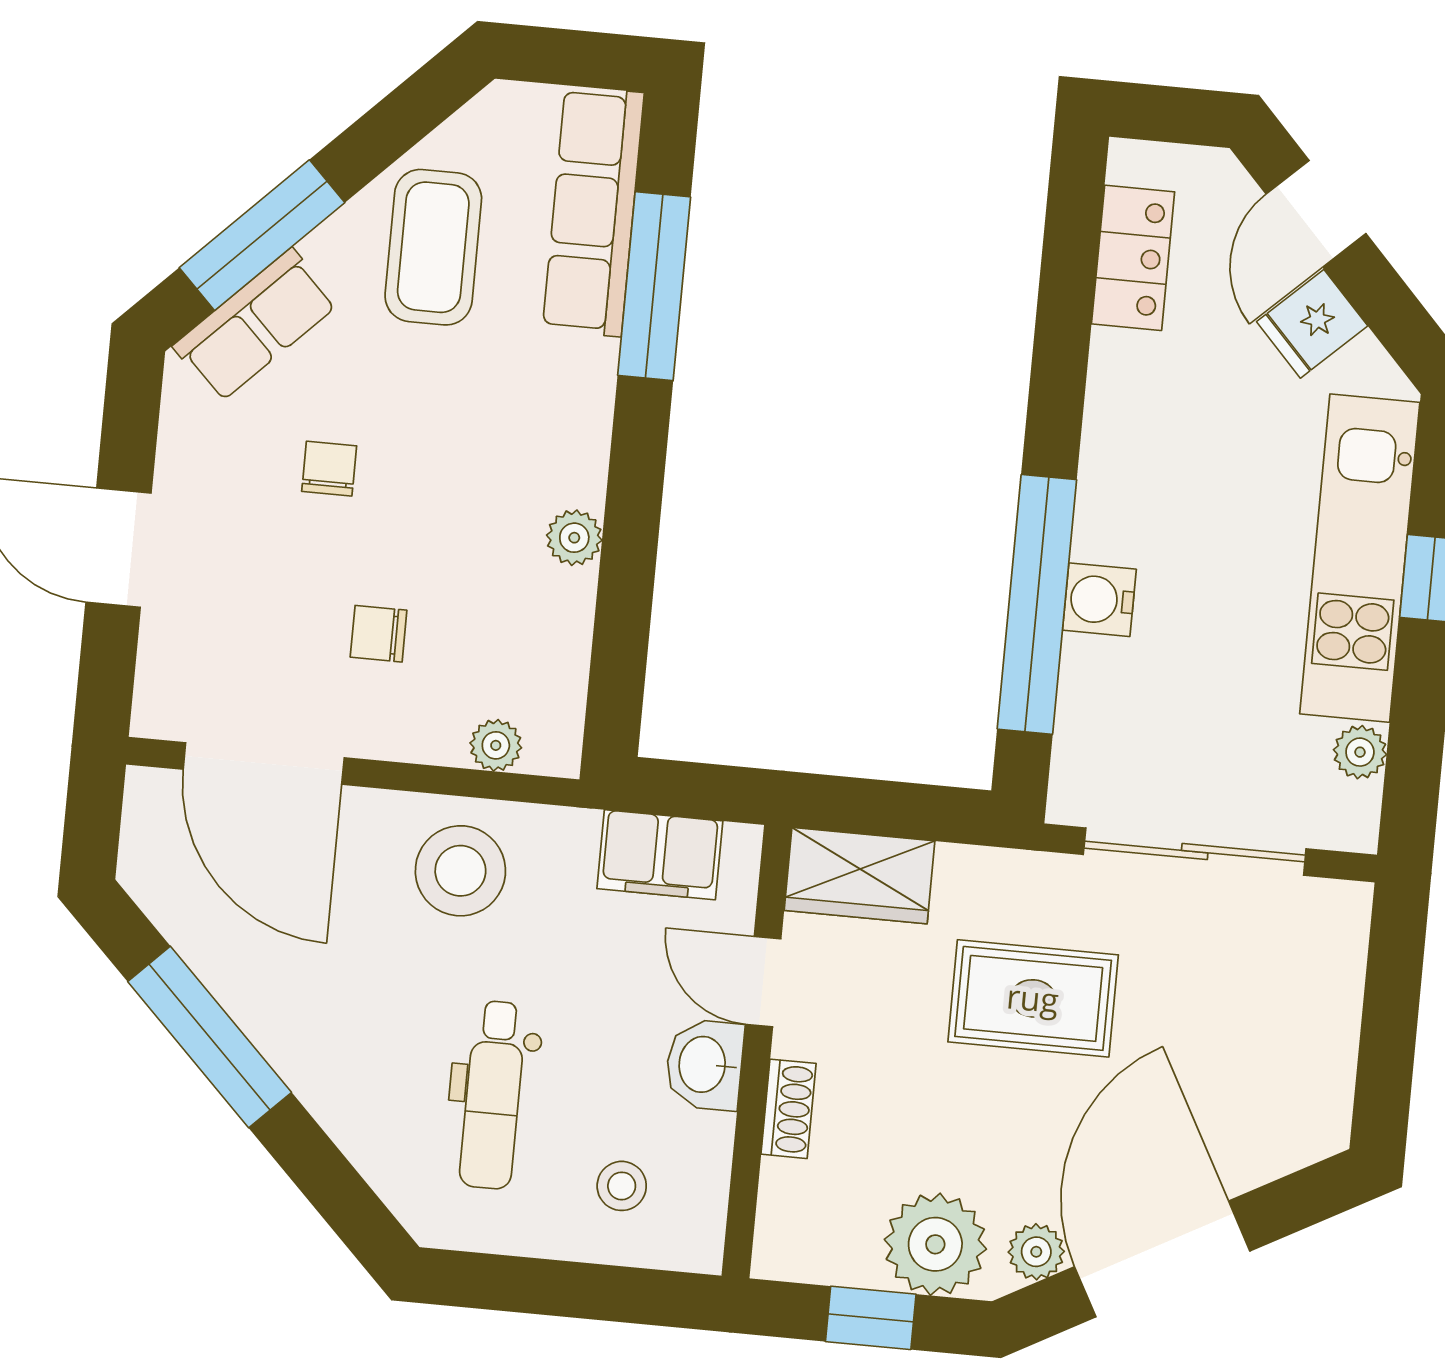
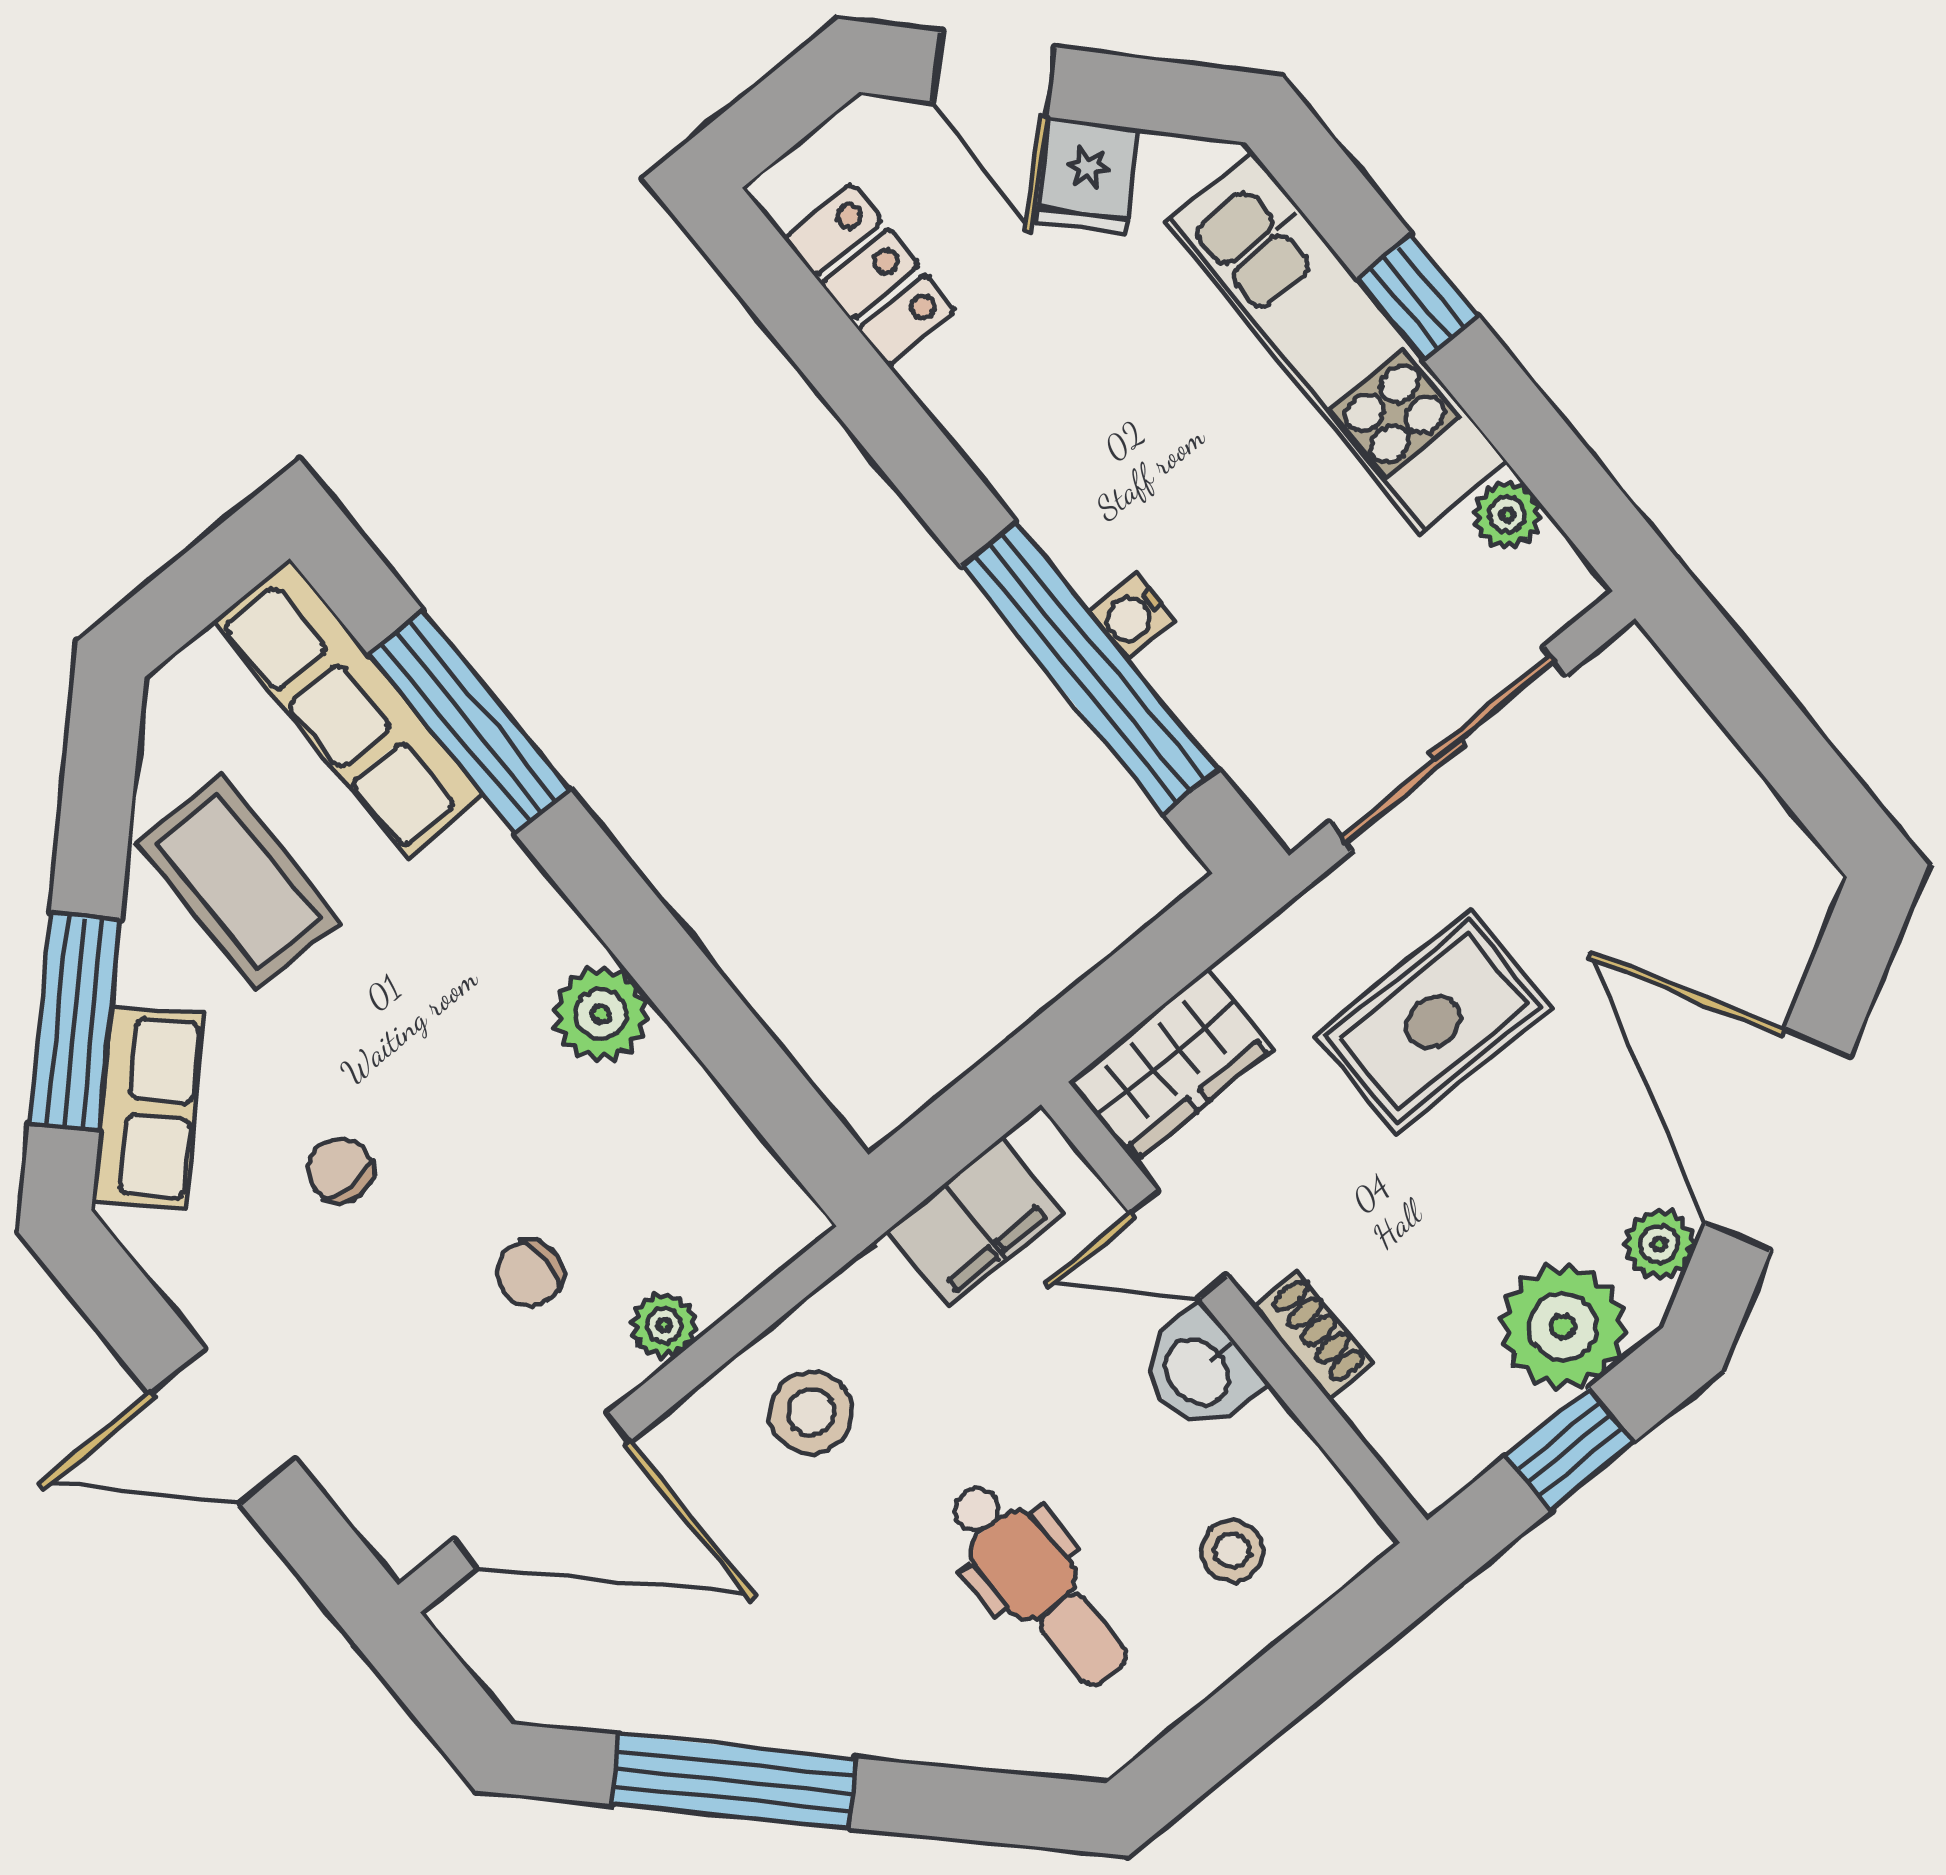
plant: (574, 538) -> (601, 1014), width x1.38, depth x1.38
water cooler: (1099, 600) -> (1132, 616), width x0.72, depth x0.72
plant: (496, 745) -> (664, 1325), moved
stool: (460, 871) -> (811, 1412), width x0.73, depth x0.73

